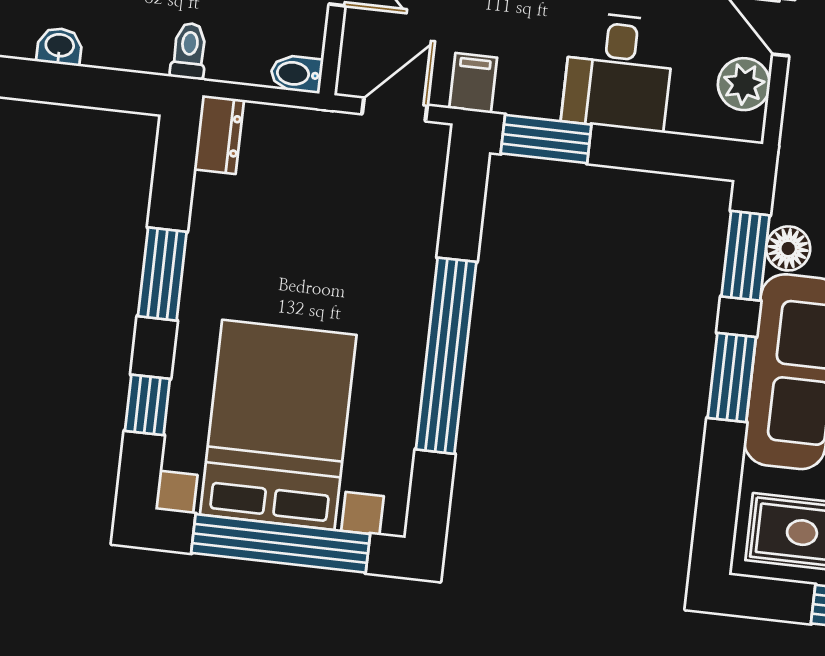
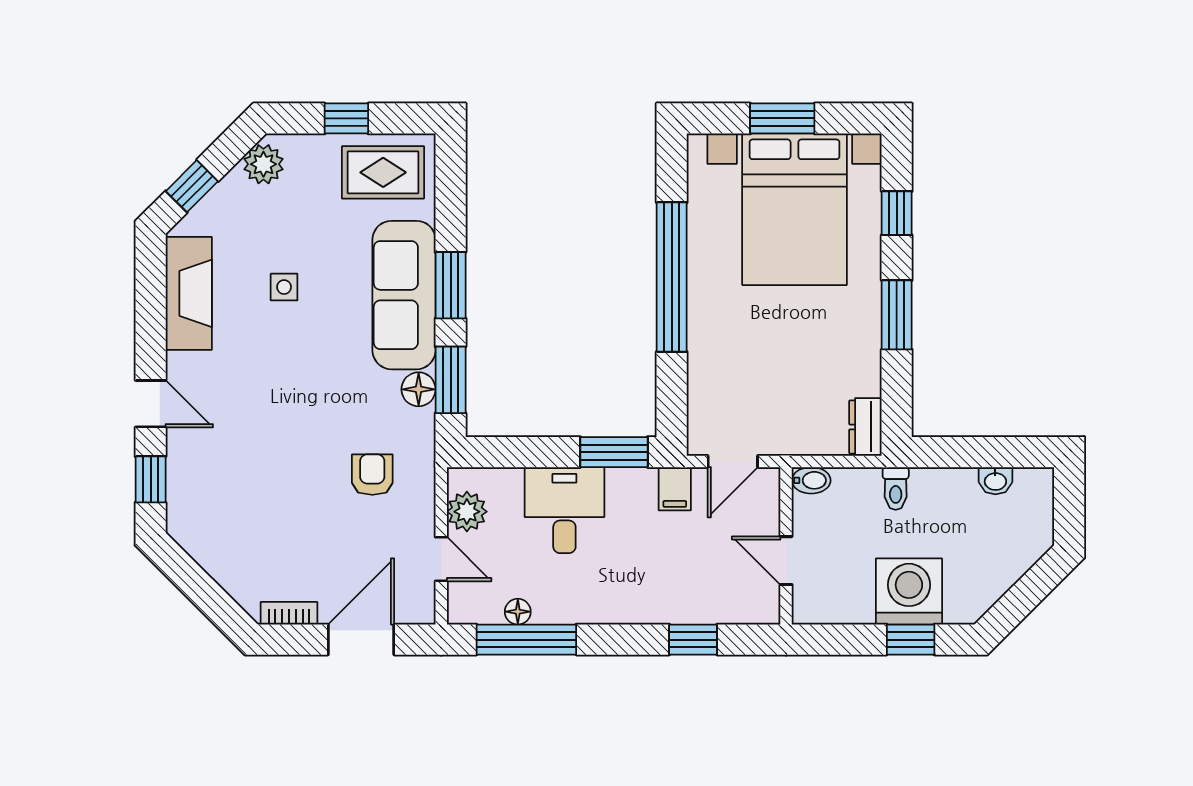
window: (281, 543) -> (782, 118), width x0.47

